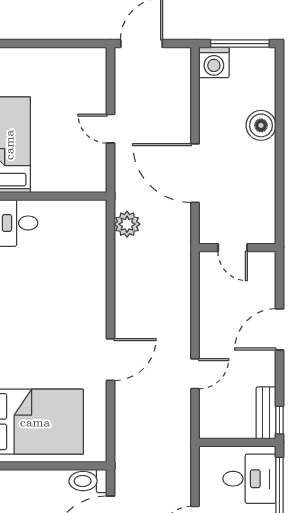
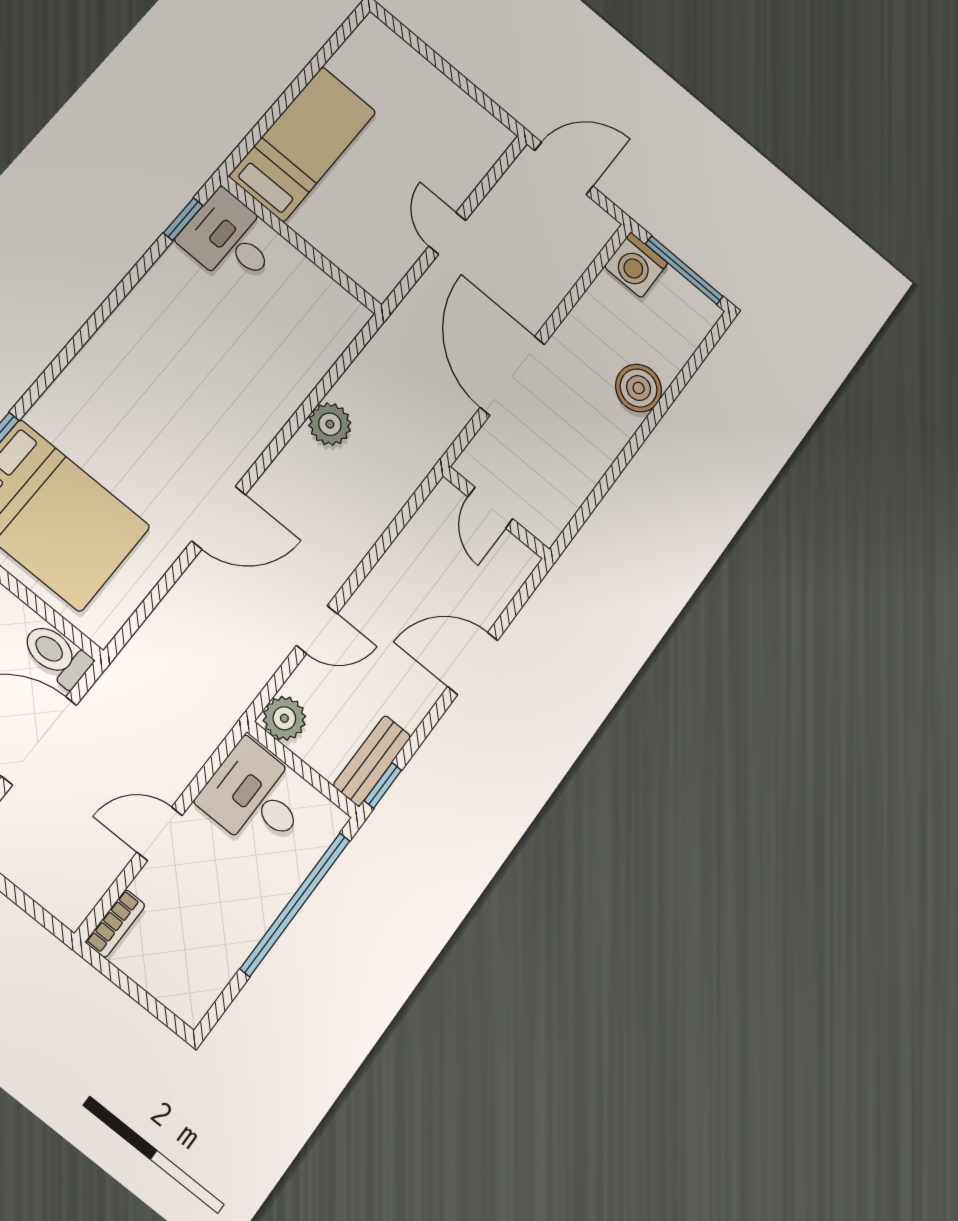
plant: (127, 224) -> (330, 424), moved
plant: (211, 426) -> (284, 718), added
desk: (249, 479) -> (255, 797), moved, turned 180

